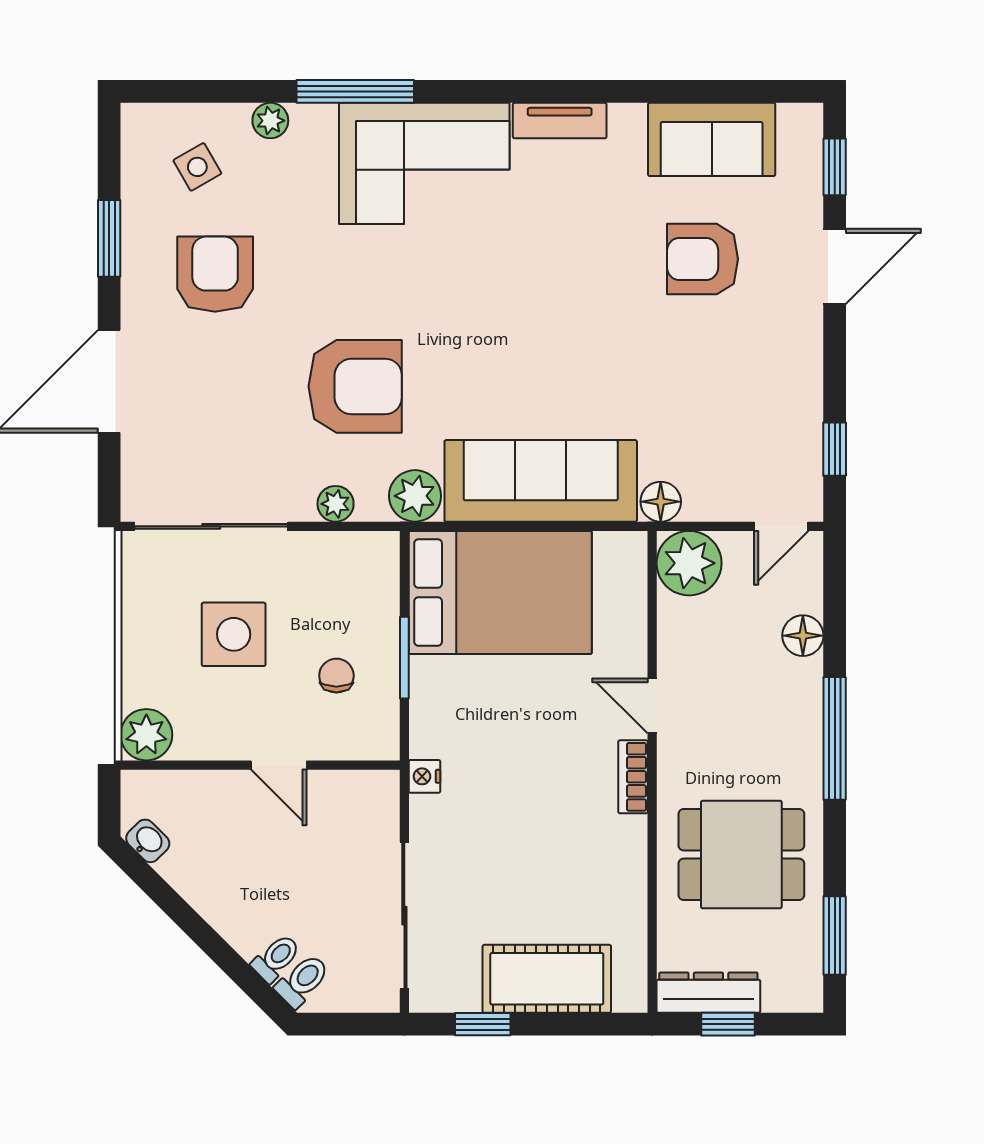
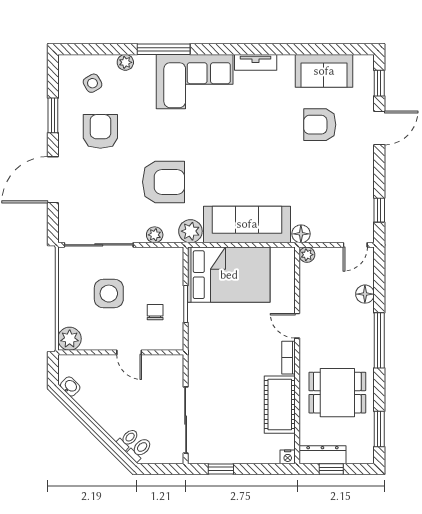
plant: (689, 563) -> (307, 255), width x0.53, depth x0.53
nightstand: (424, 776) -> (288, 457), moved, turned -90
cot: (547, 979) -> (280, 405), moved, turned 90

